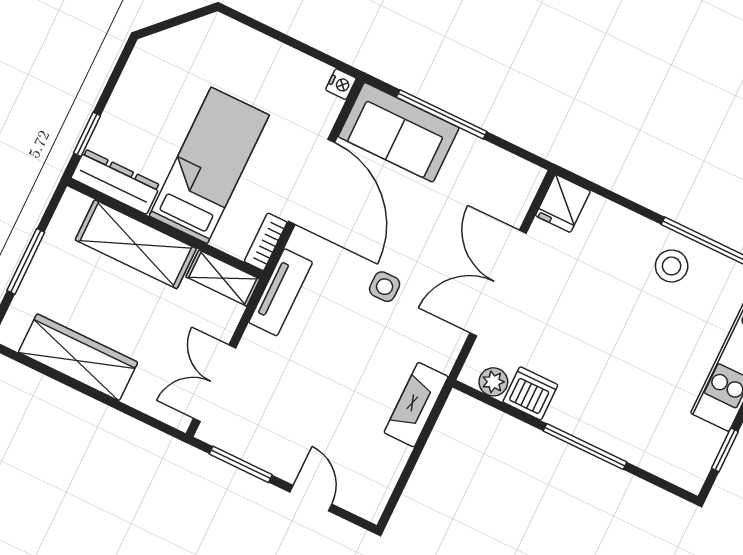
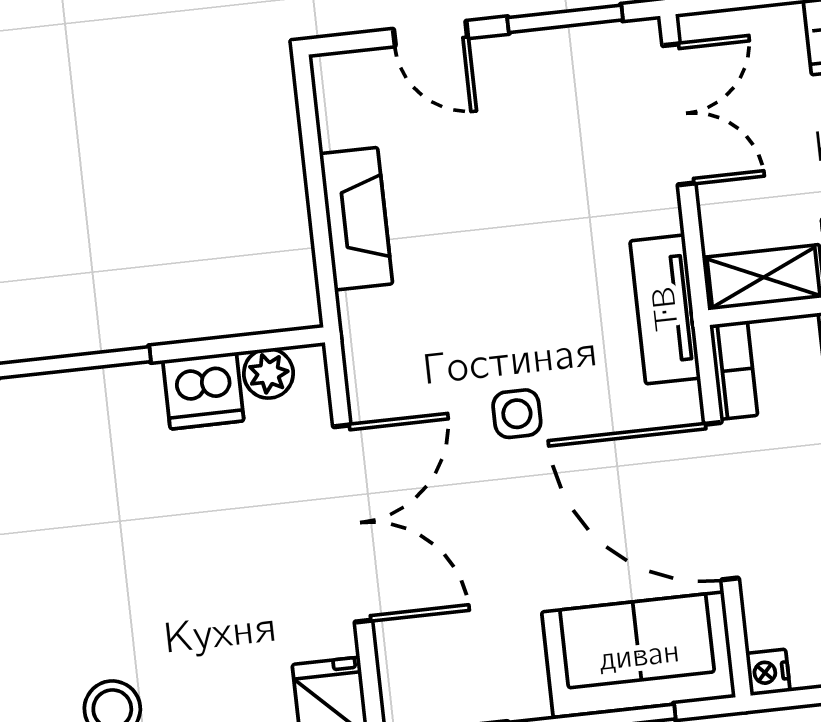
fireplace: (416, 405) -> (356, 219), moved

